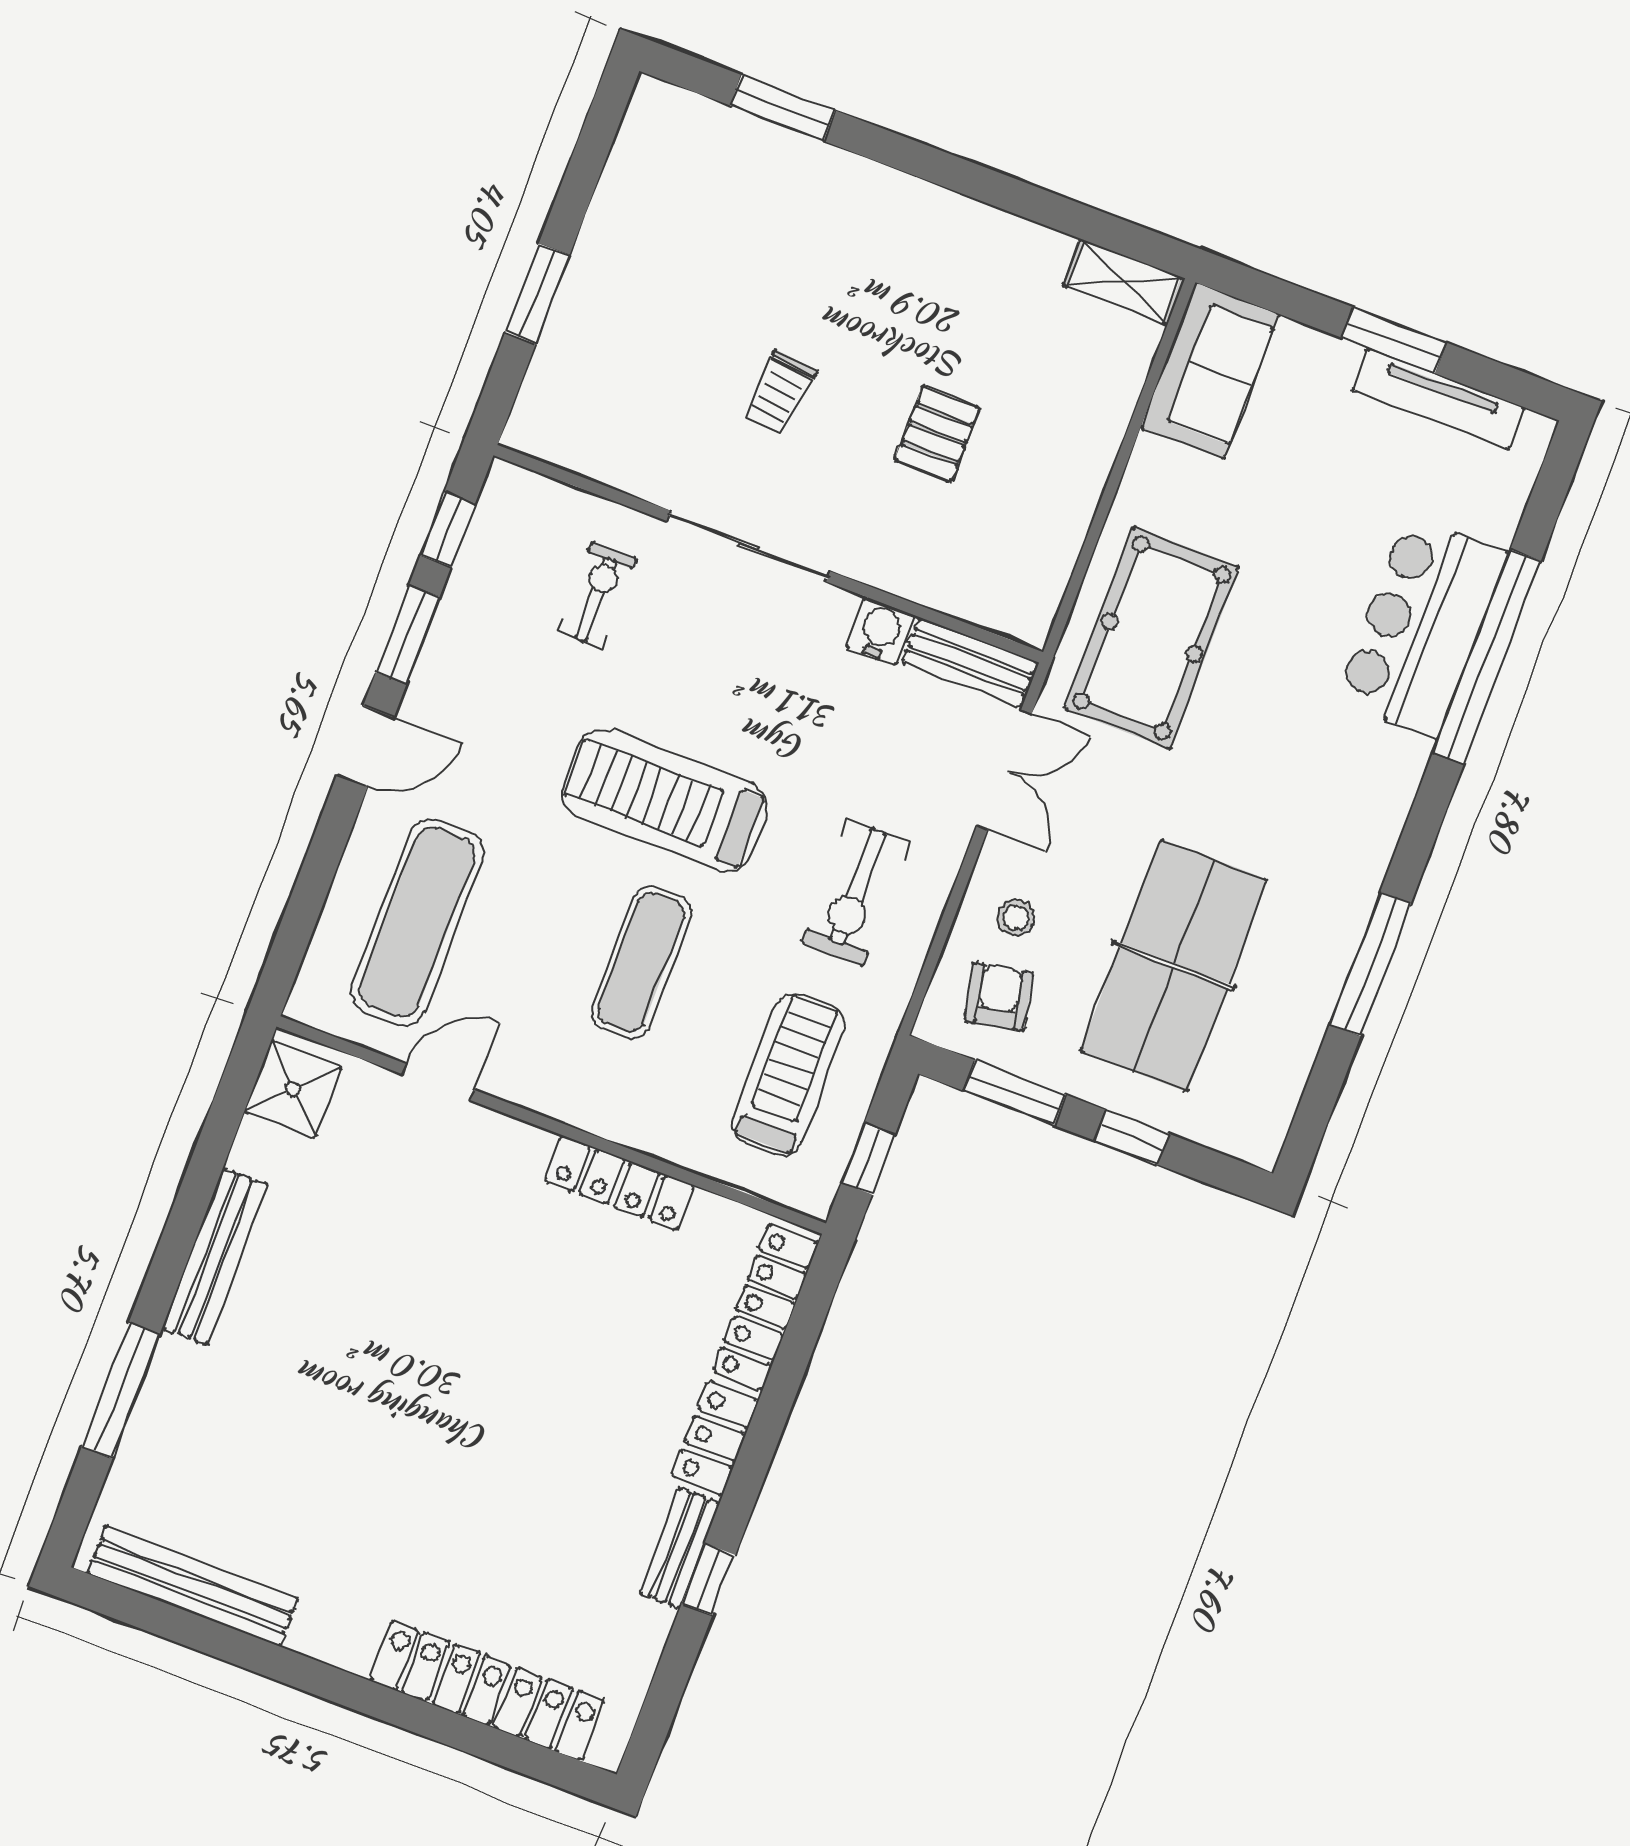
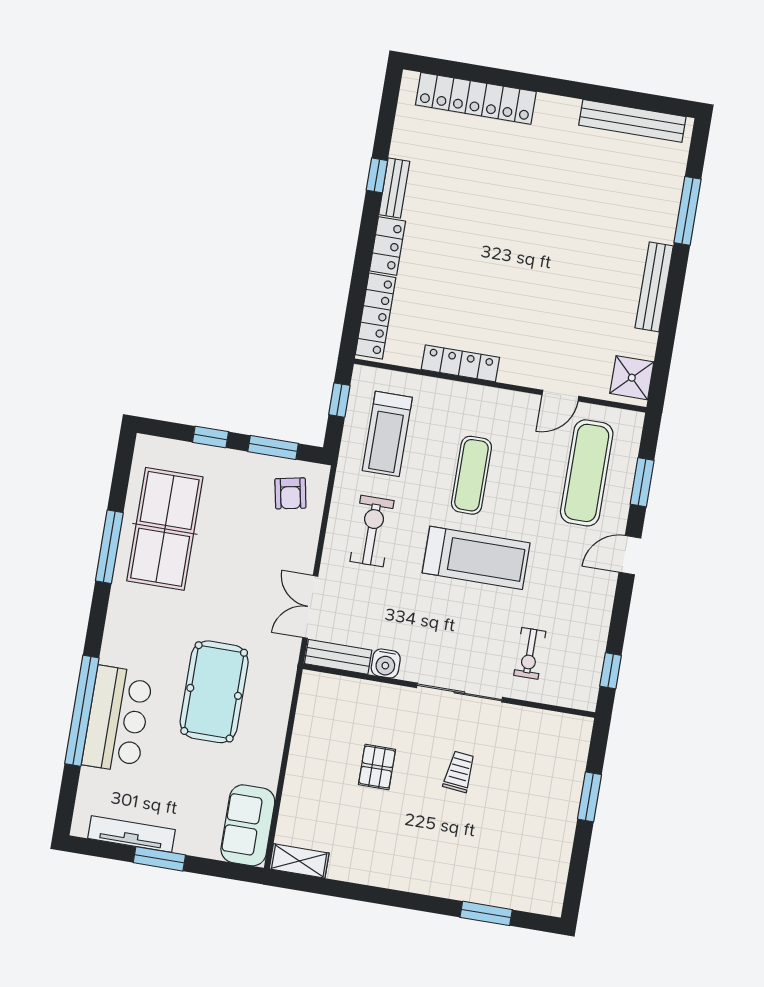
window: (408, 635) -> (642, 482), moved
pool table: (1152, 638) -> (214, 692), moved
stool: (1016, 918) -> (290, 534), removed
table tennis table: (1174, 966) -> (165, 529), moved

